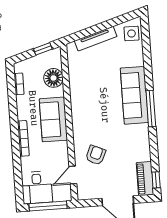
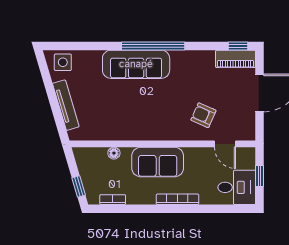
window: (43, 49) -> (79, 187), moved
floor lamp: (53, 78) -> (114, 153), width x0.53, depth x0.53
window: (151, 108) -> (153, 46), width x1.46
window: (48, 206) -> (259, 176), width x0.46

